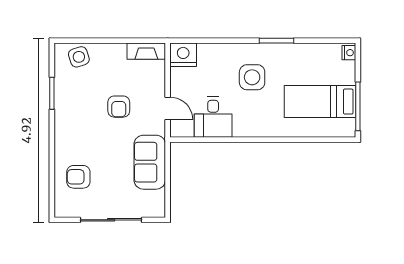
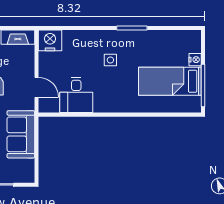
nightstand: (349, 53) -> (195, 60), moved
side table: (252, 77) -> (110, 60), width x0.54, depth x0.54

